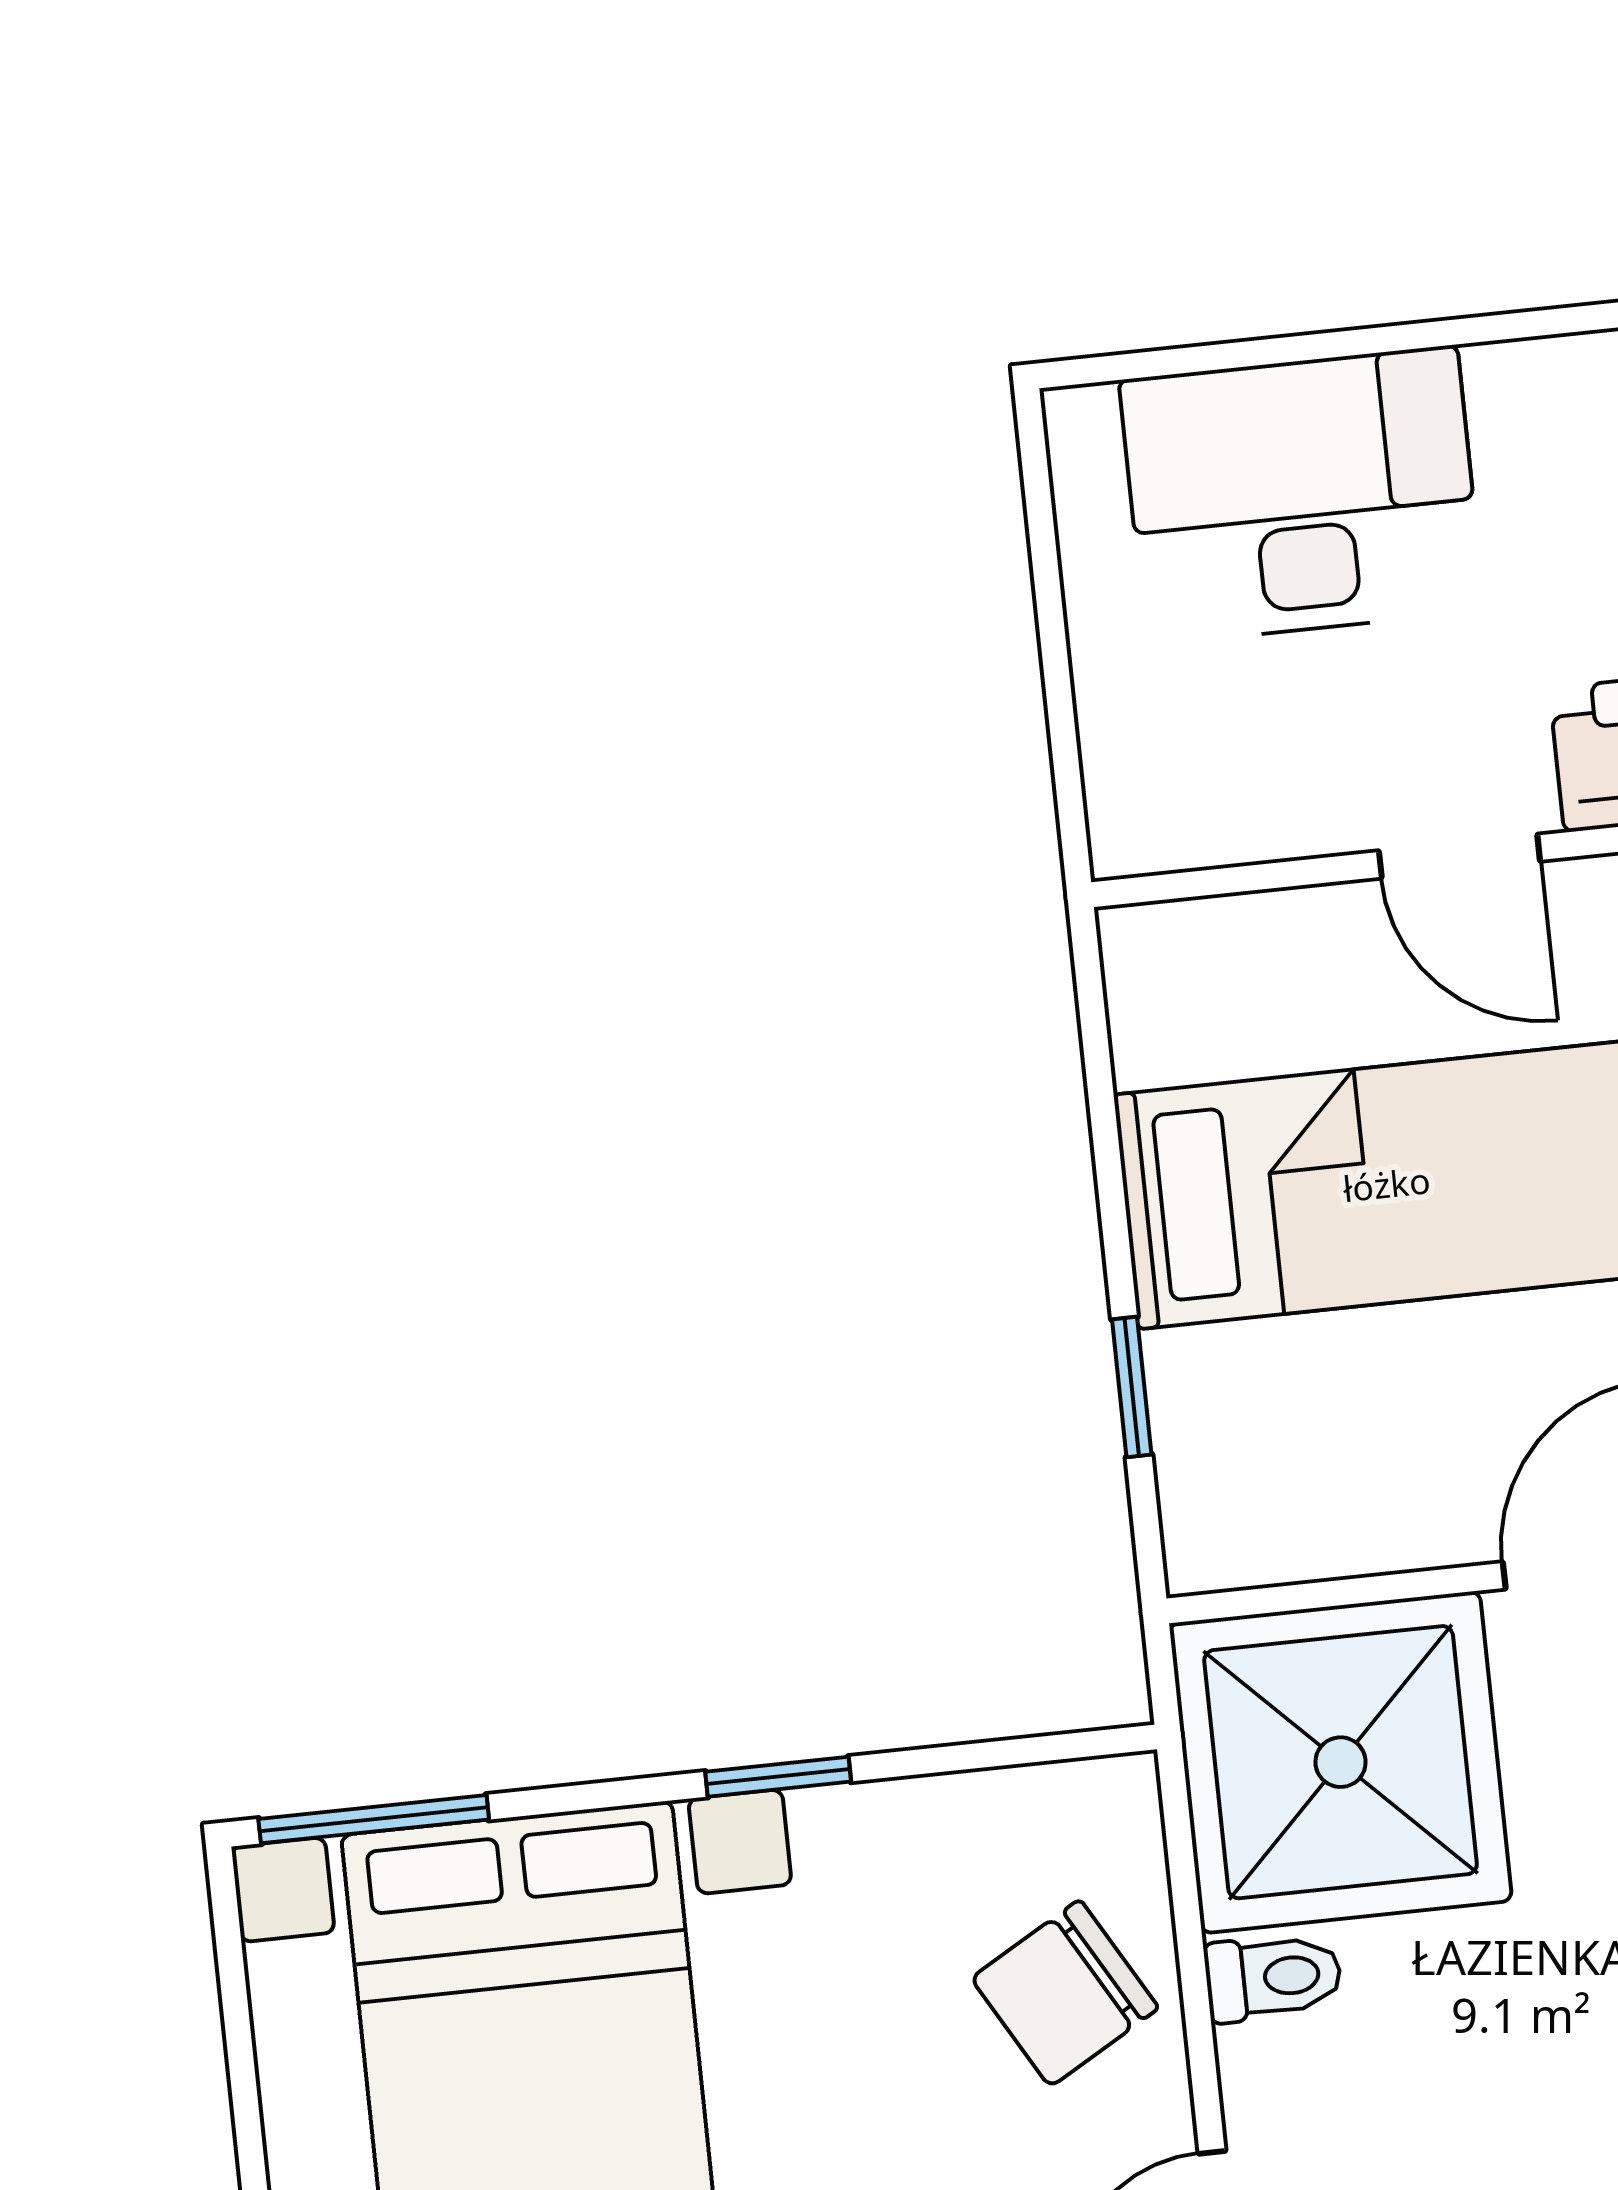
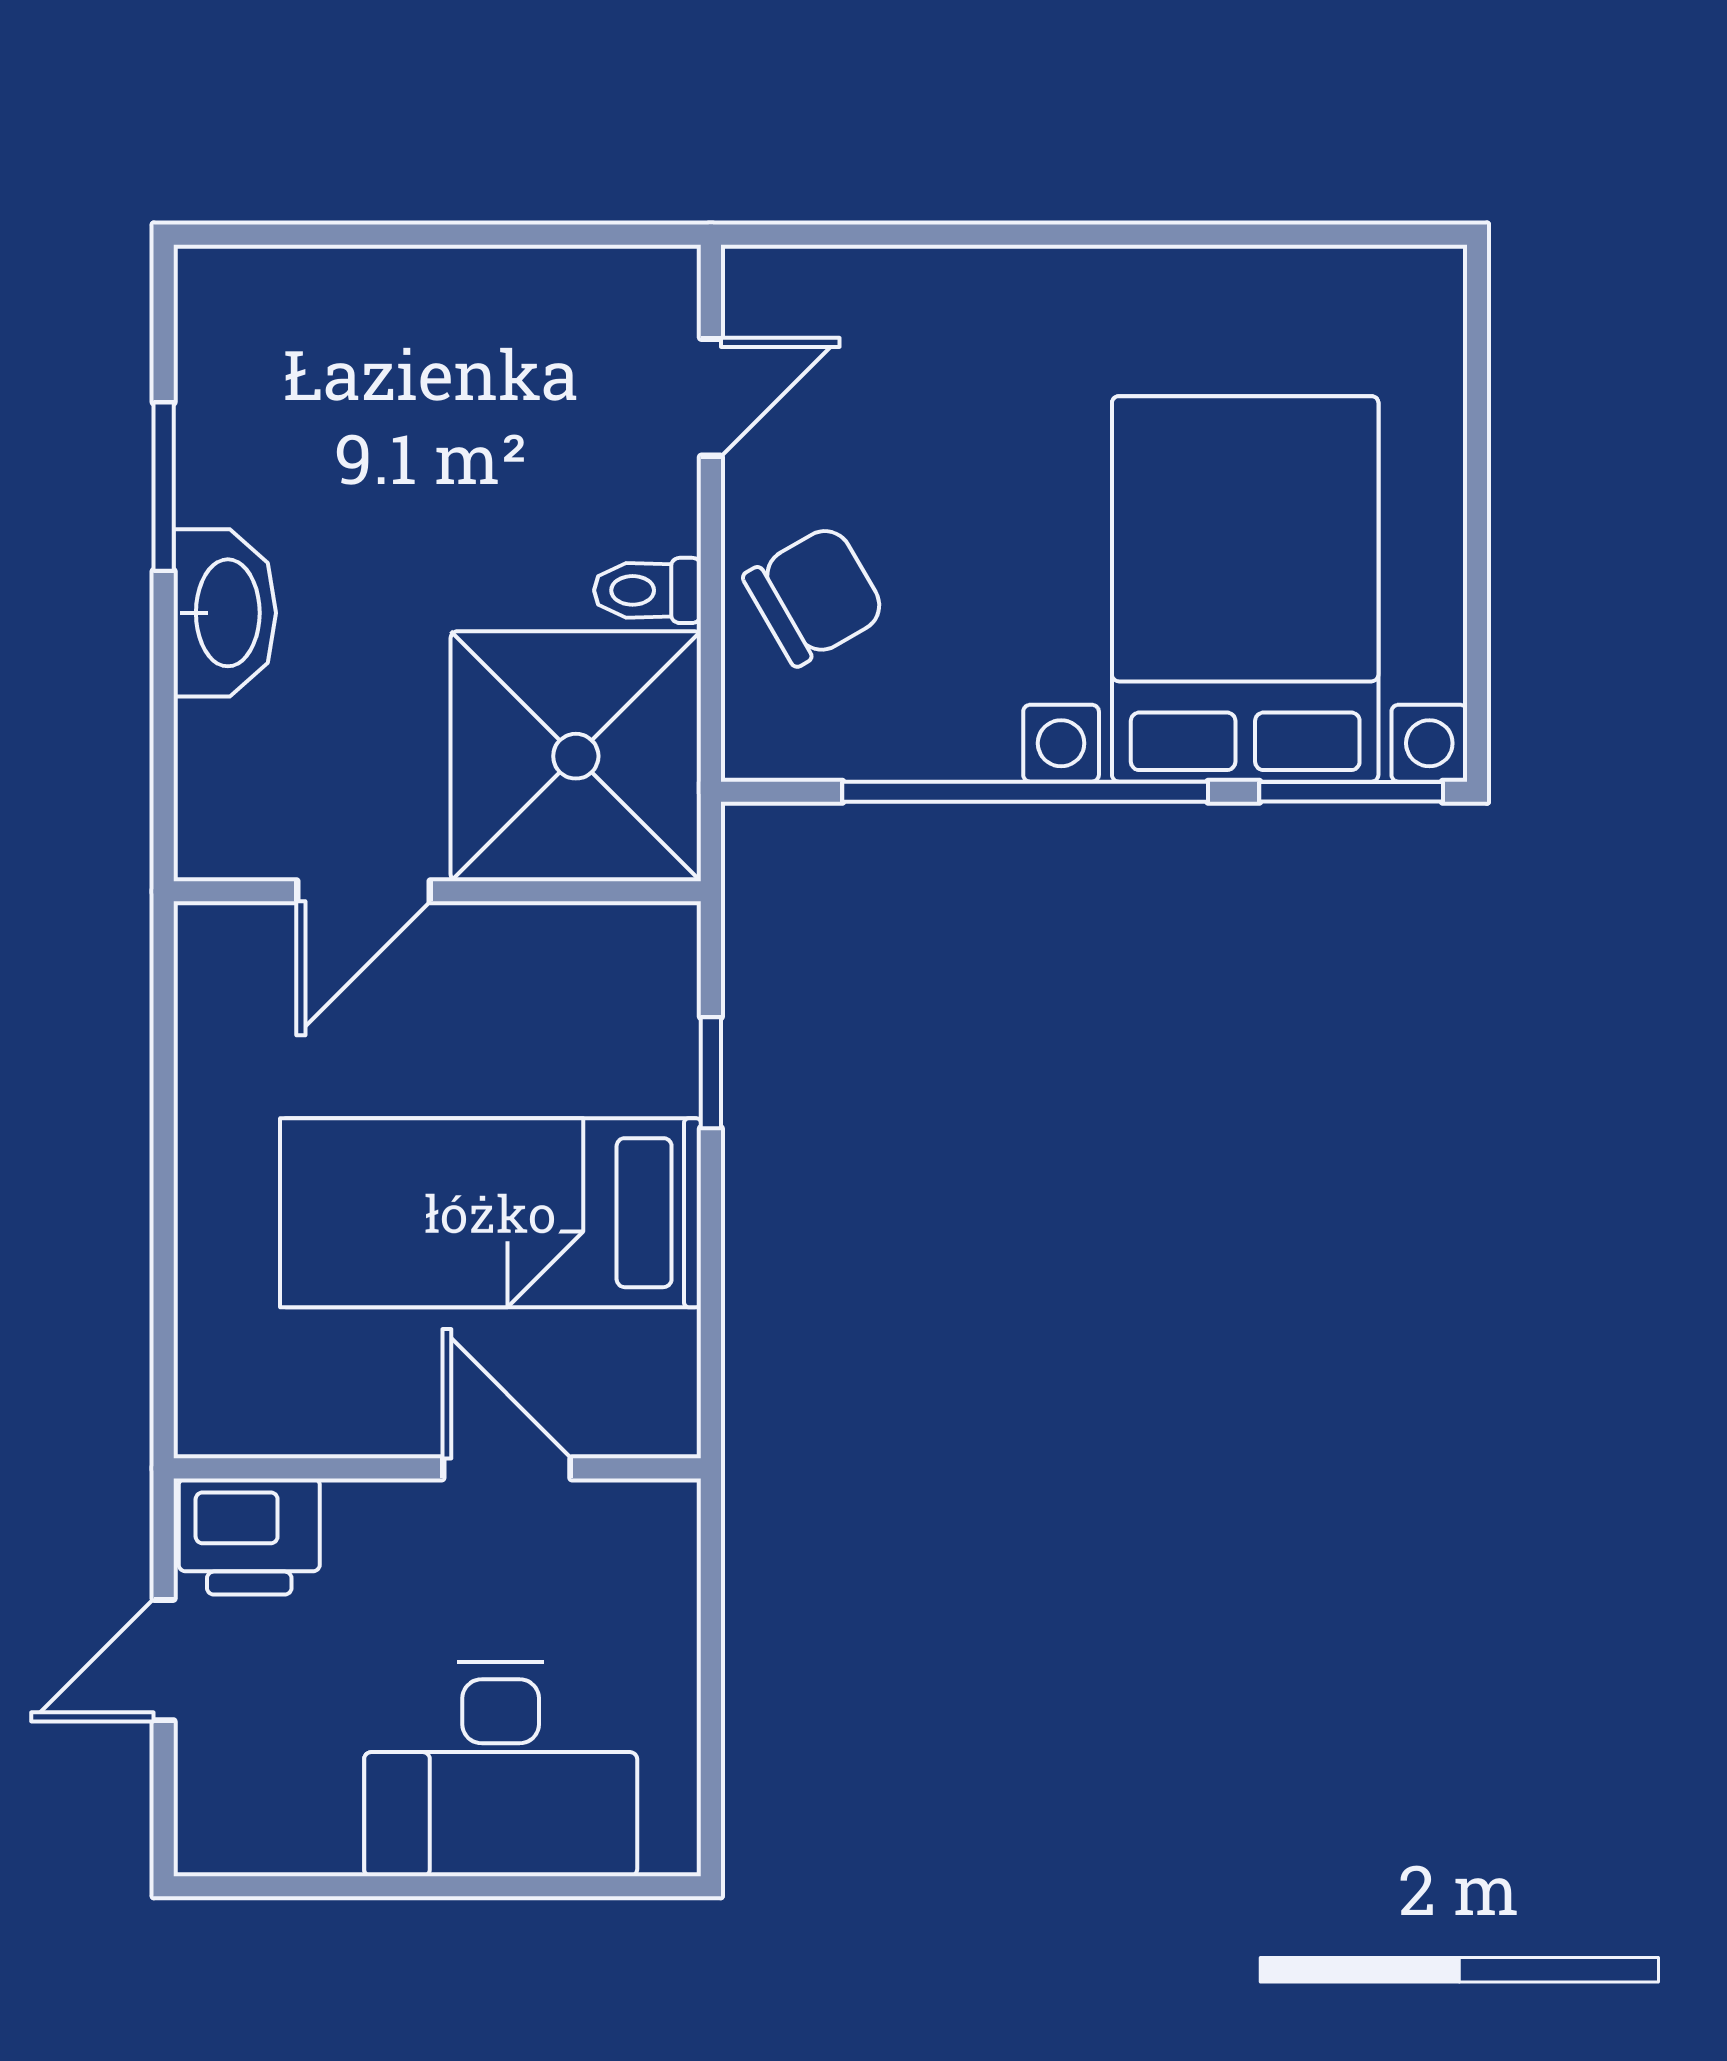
door: (1459, 856) -> (507, 1468), moved
window: (778, 1777) -> (1025, 792), width x3.17

